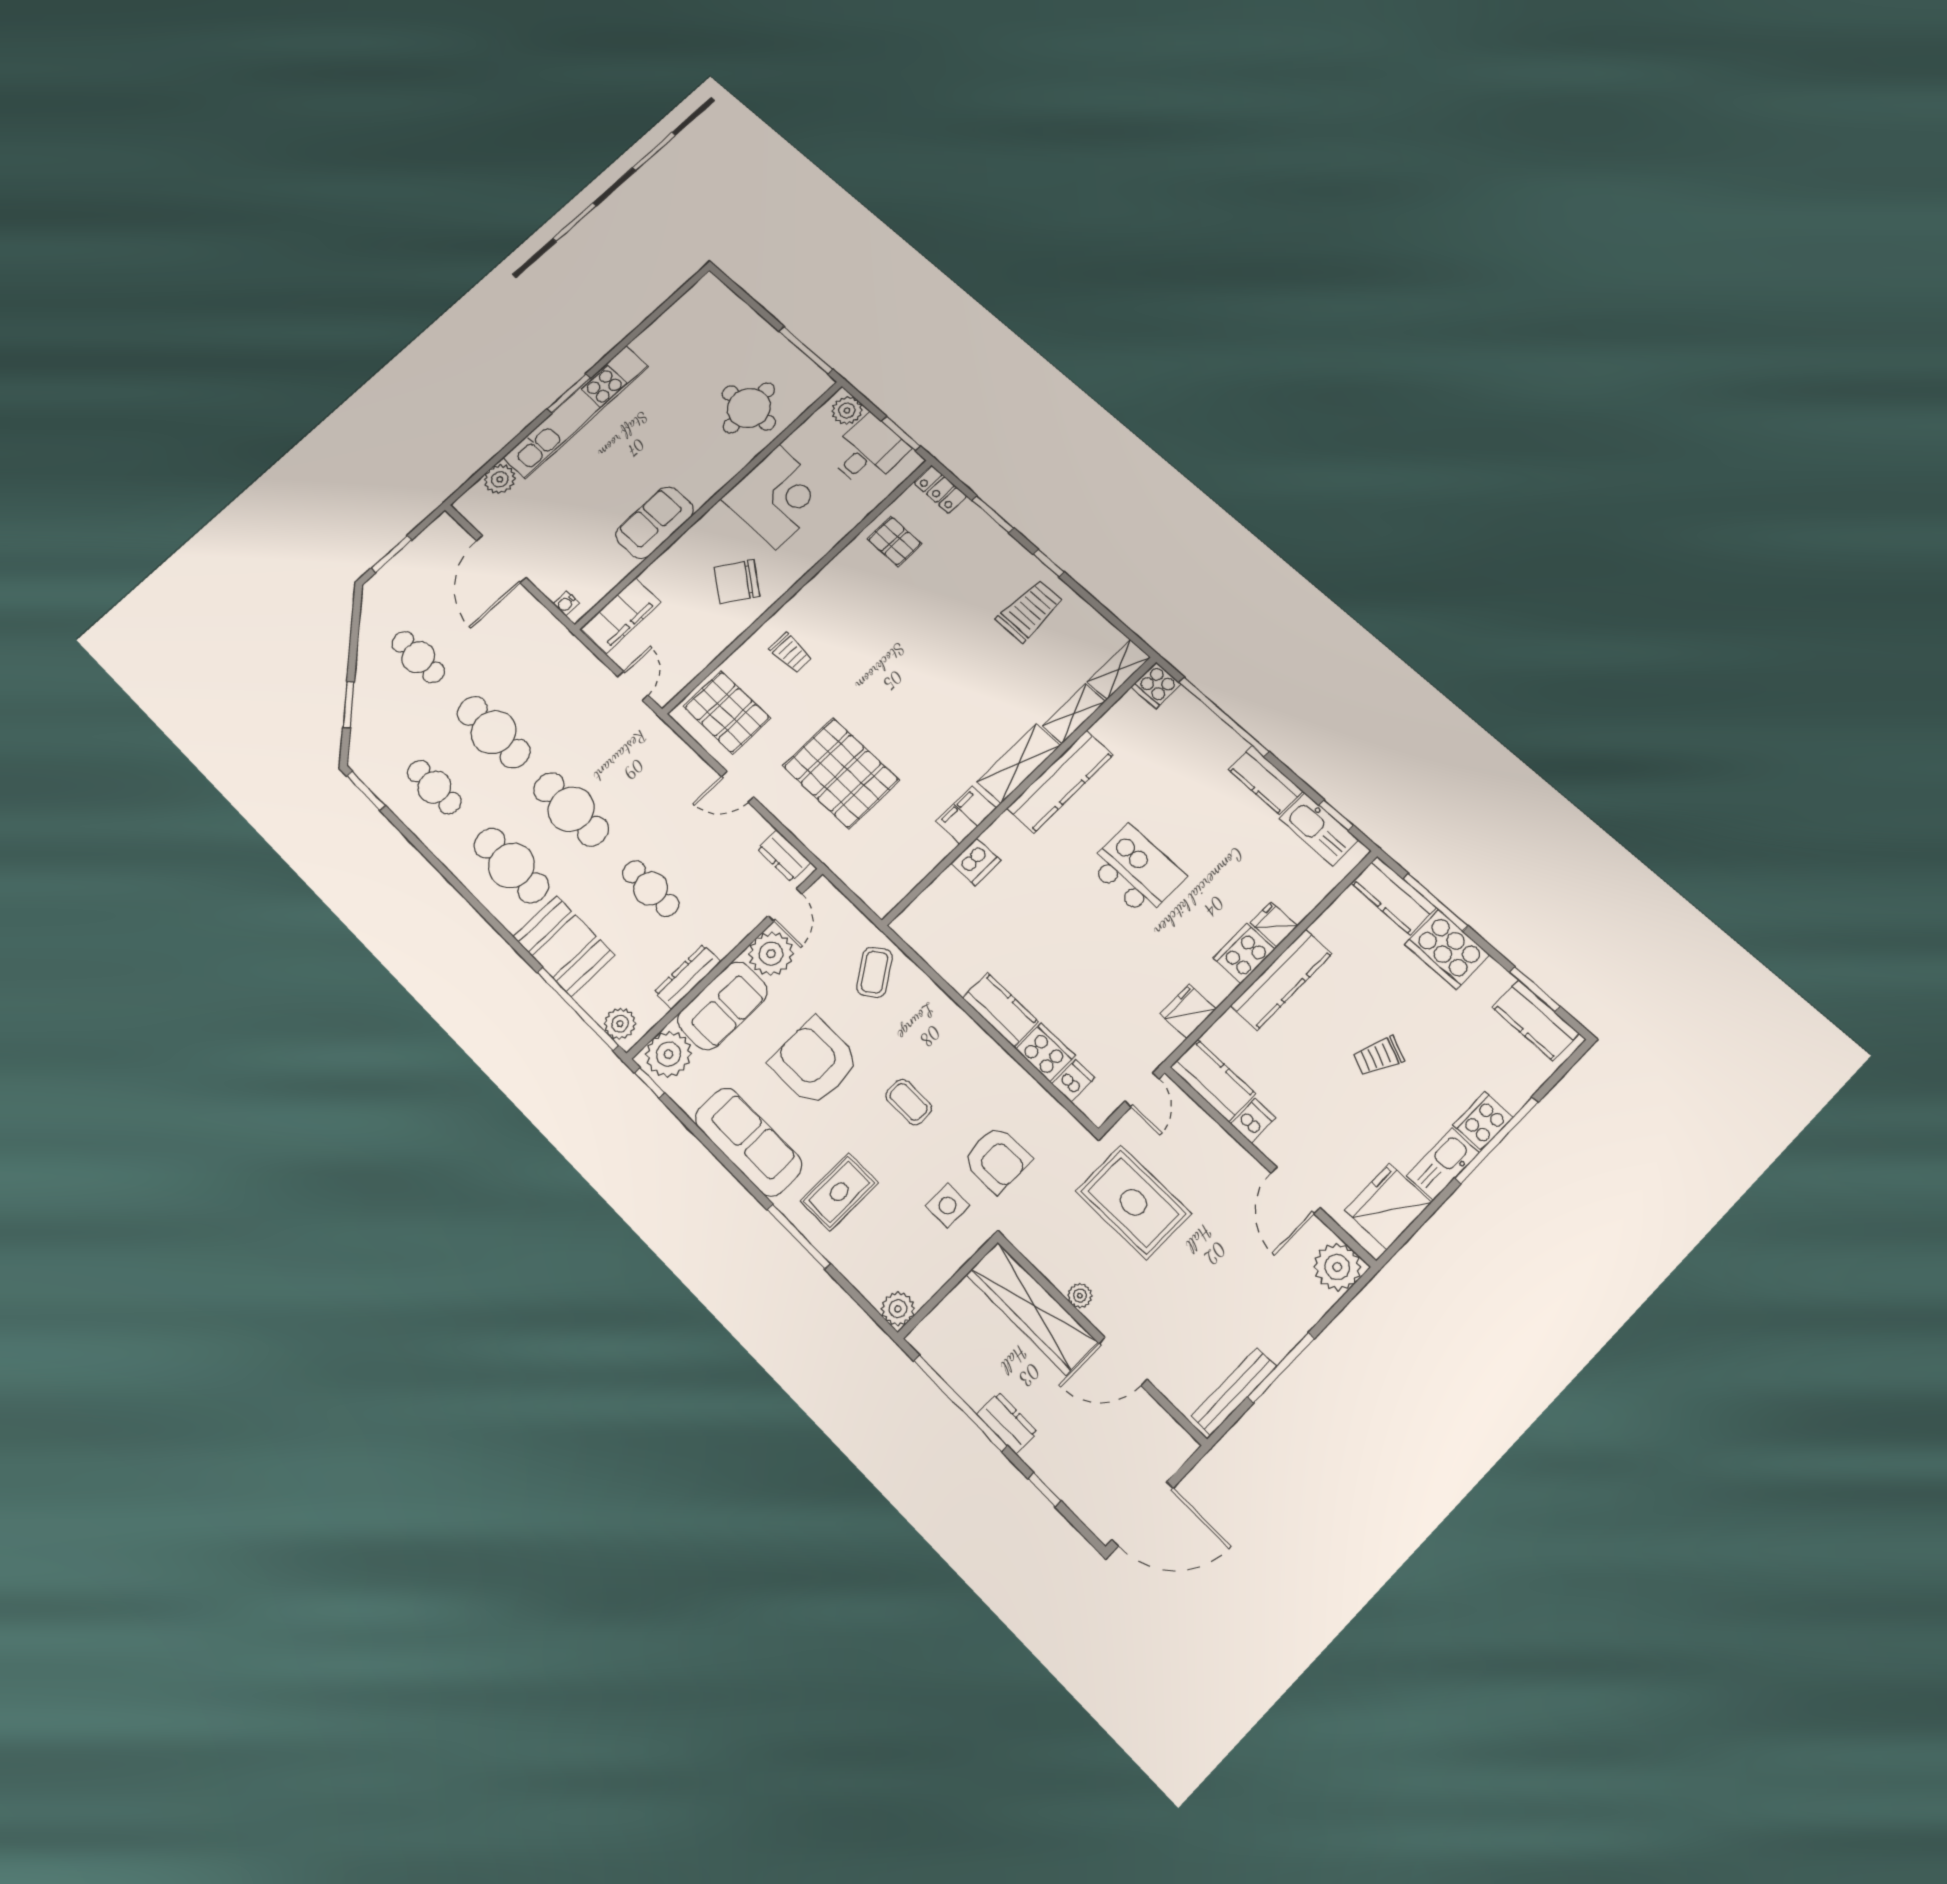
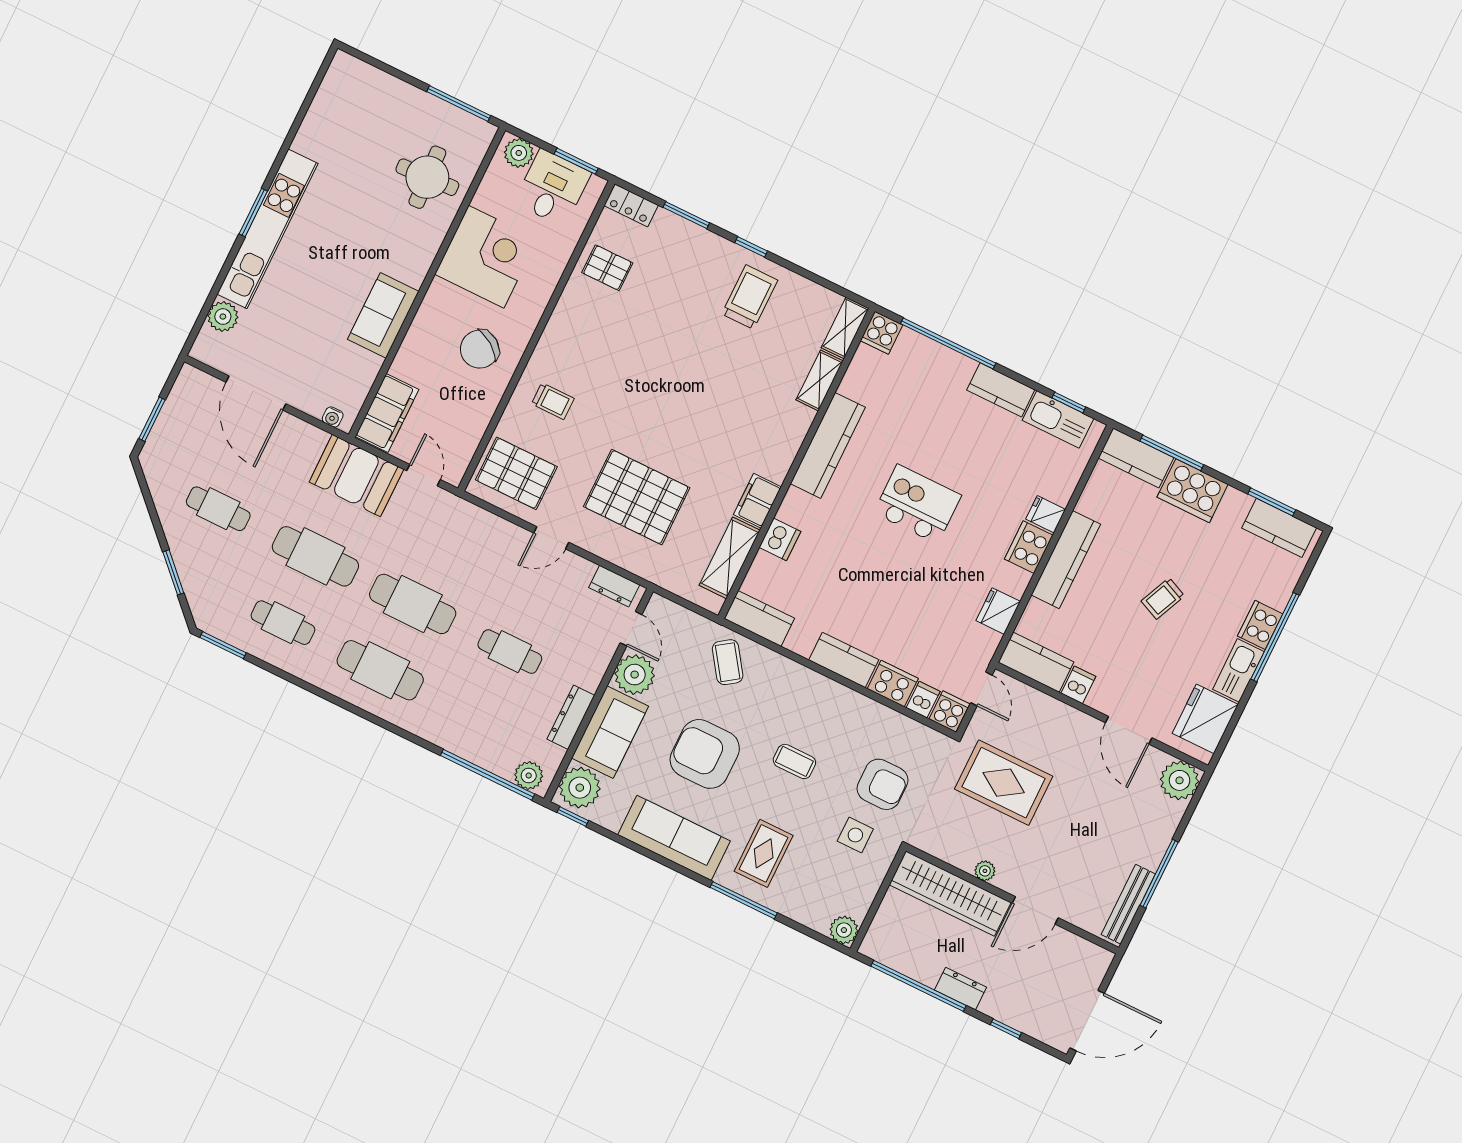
shelving: (1019, 764) -> (730, 558), moved
kitchen counter: (925, 937) -> (759, 618), added
booth: (564, 946) -> (356, 476), moved
cooker: (1098, 1103) -> (949, 712), added

